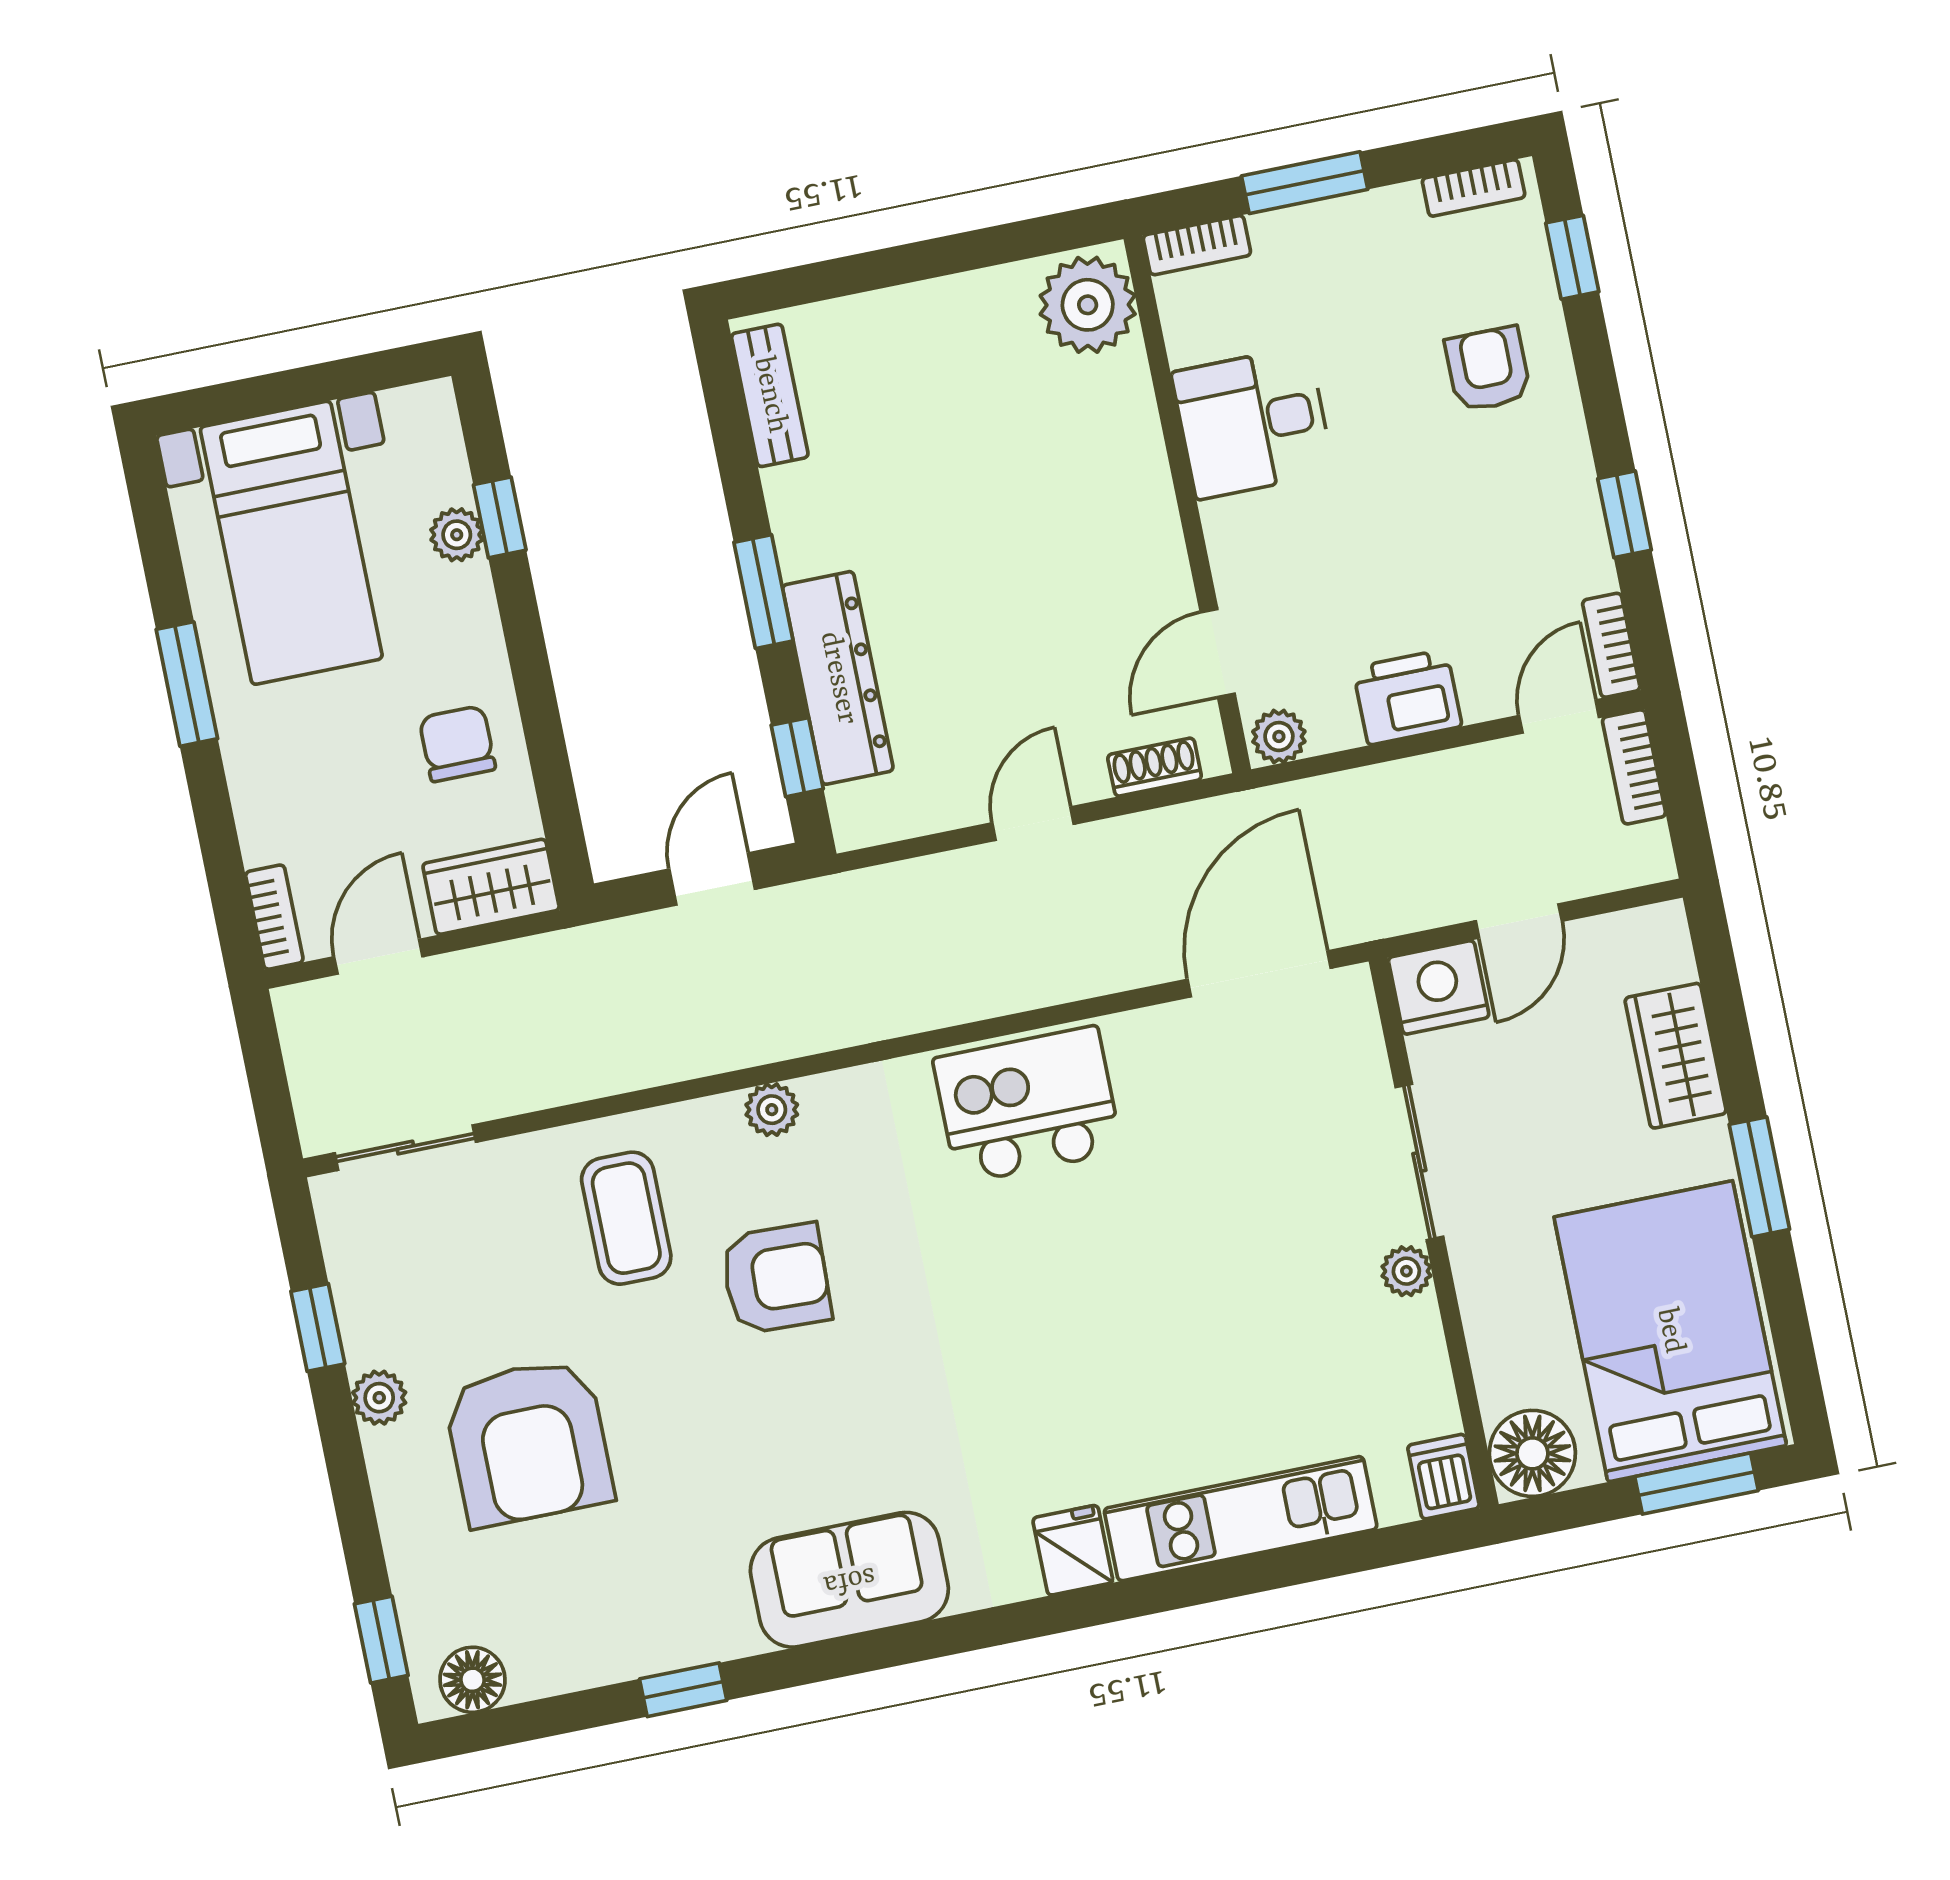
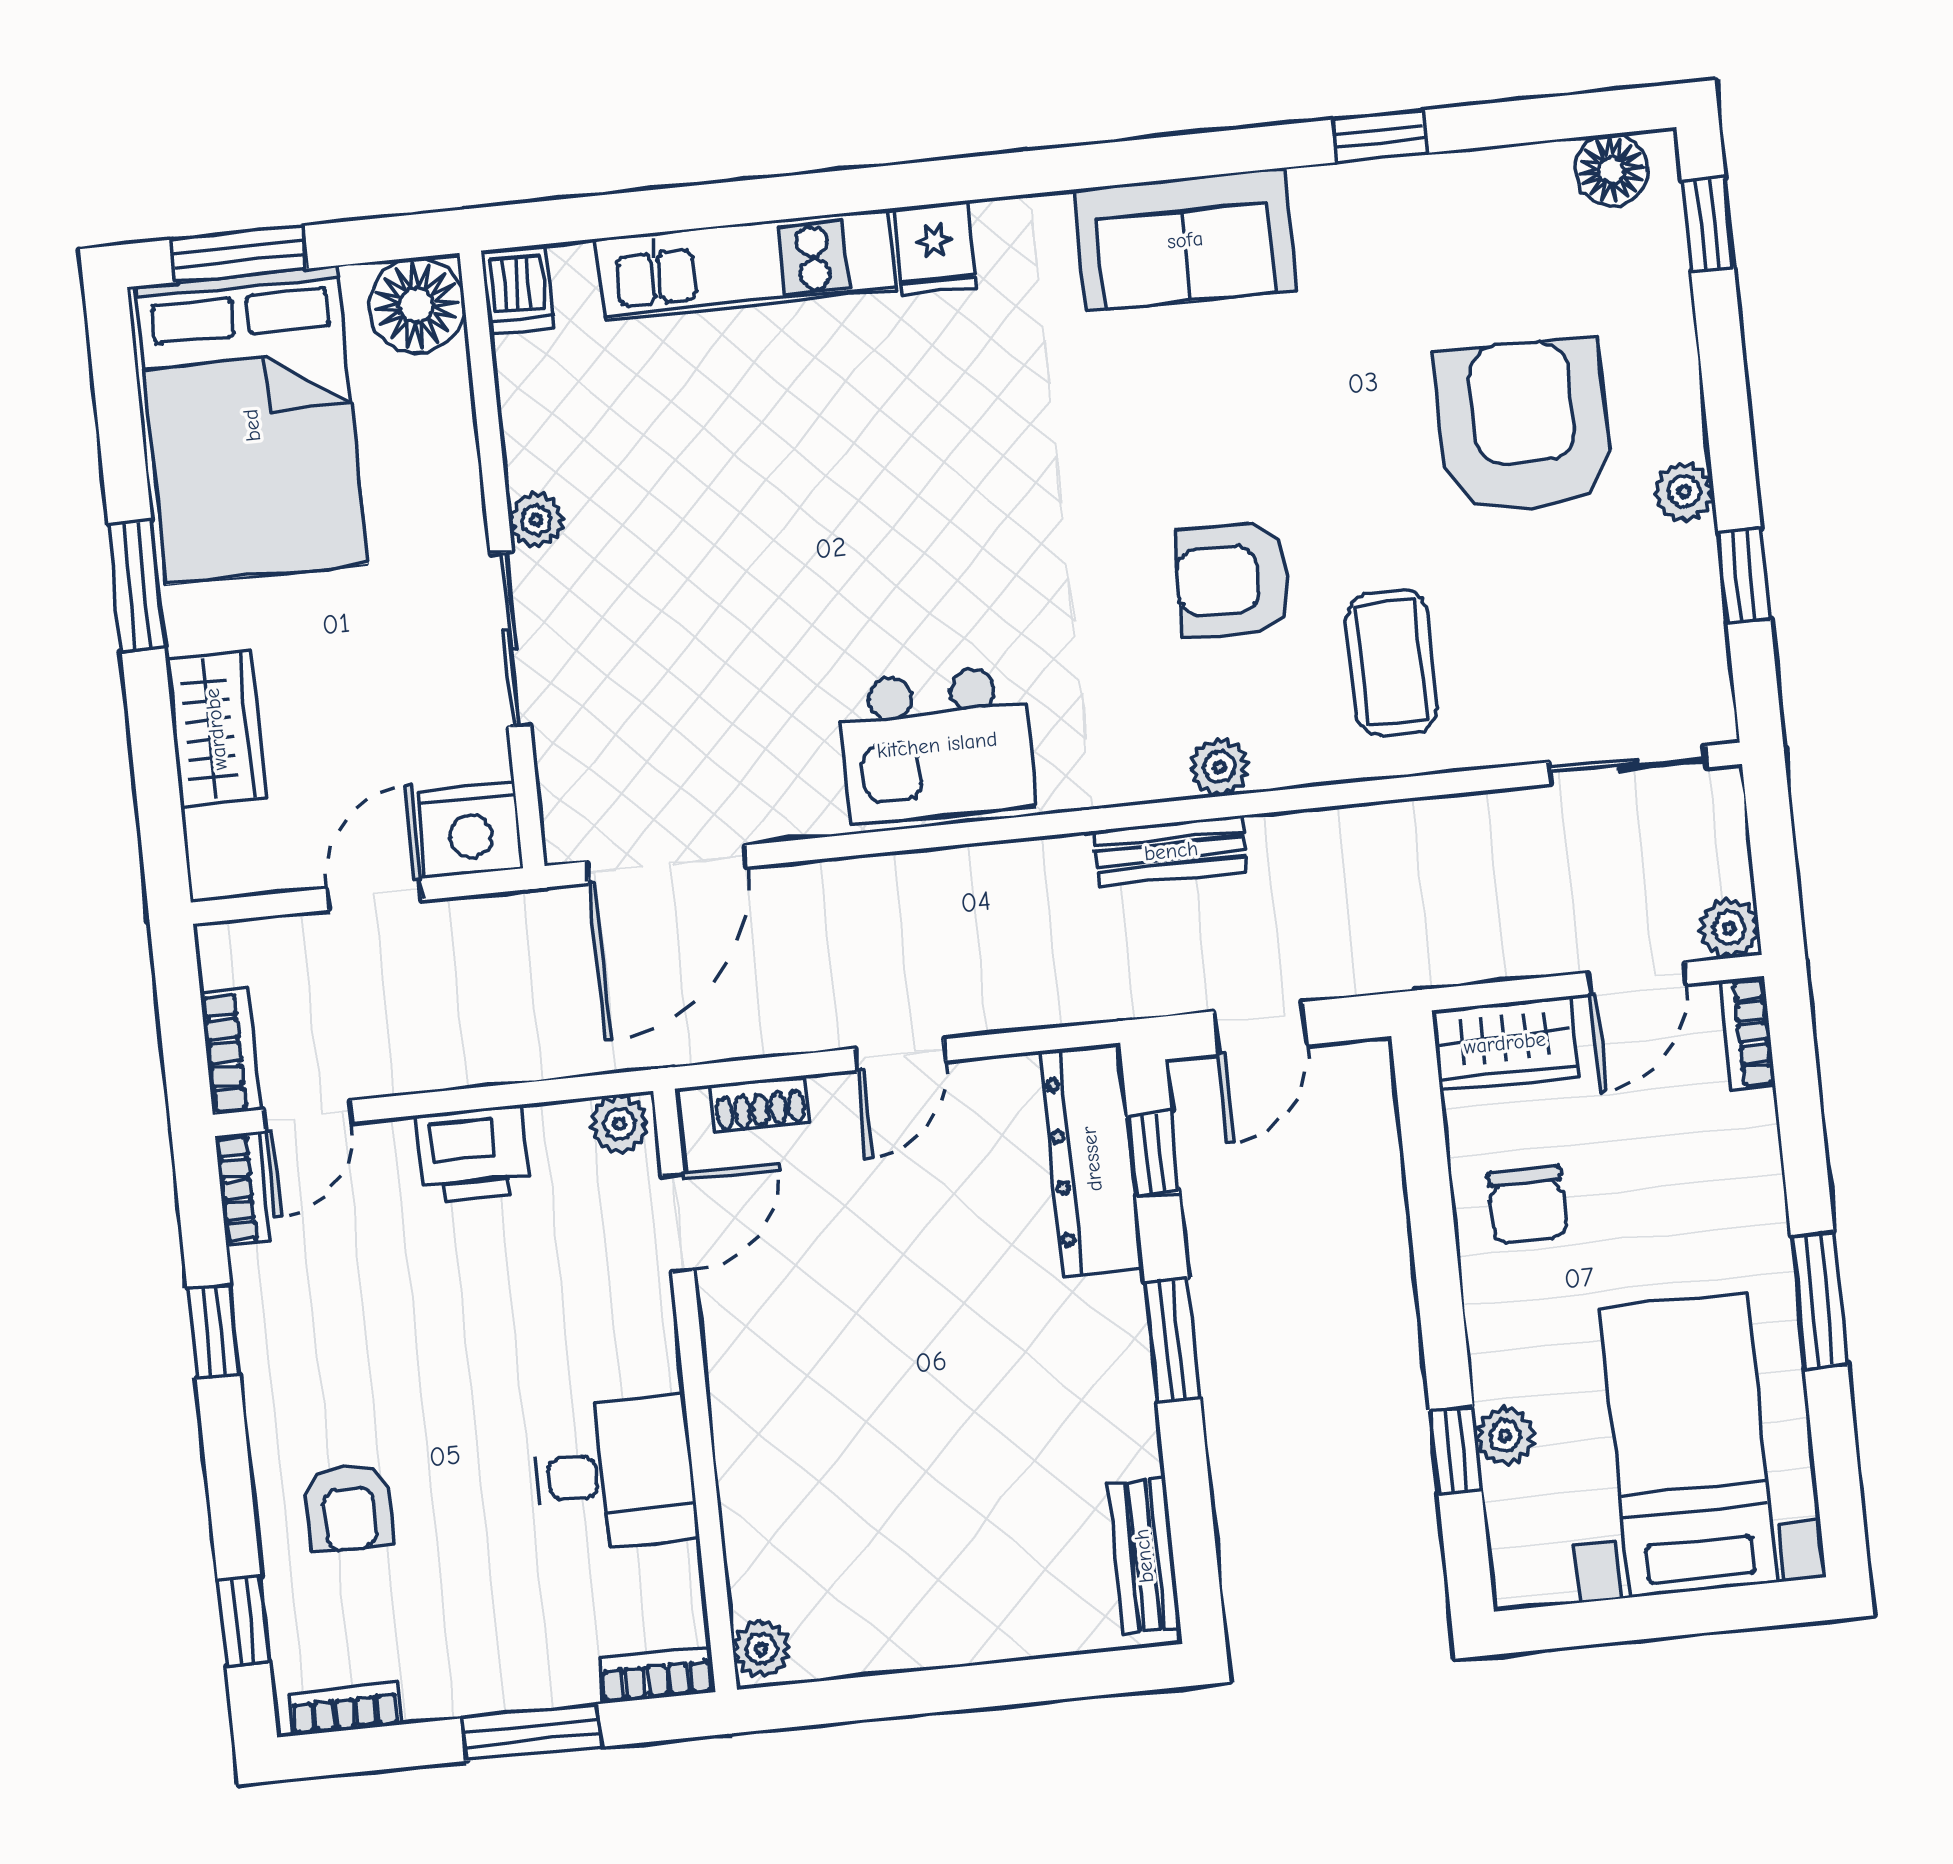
plant: (1088, 305) -> (761, 1649), width x0.53, depth x0.53
dresser: (838, 678) -> (1092, 1159), moved
plant: (300, 1010) -> (1729, 928), added
bench: (808, 1030) -> (1171, 851), added

